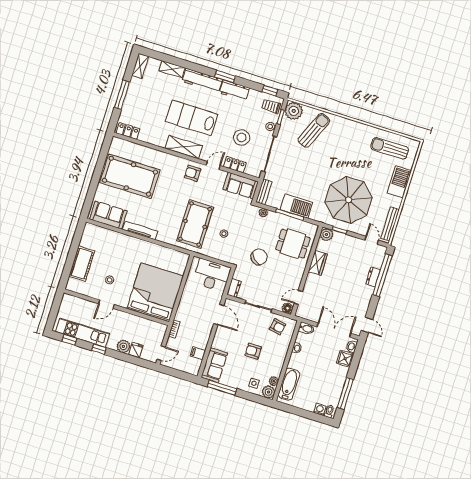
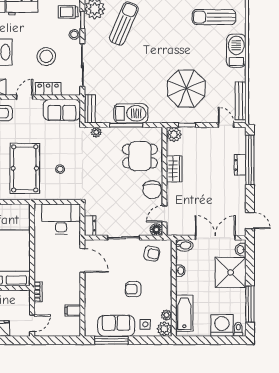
parasol: (349, 200) -> (186, 88), width x0.73, depth x0.73
chair: (259, 257) -> (152, 190), moved, turned 137
shower: (345, 359) -> (231, 272), width x1.86, depth x1.86
sofa: (214, 365) -> (116, 326), moved, turned -90
washing machine: (320, 409) -> (222, 325), width x1.89, depth x1.89

